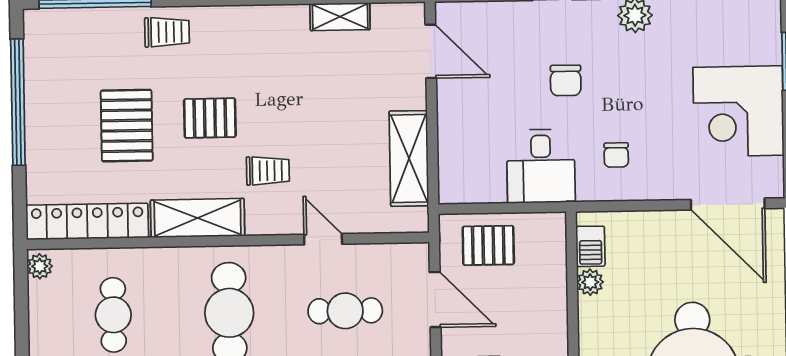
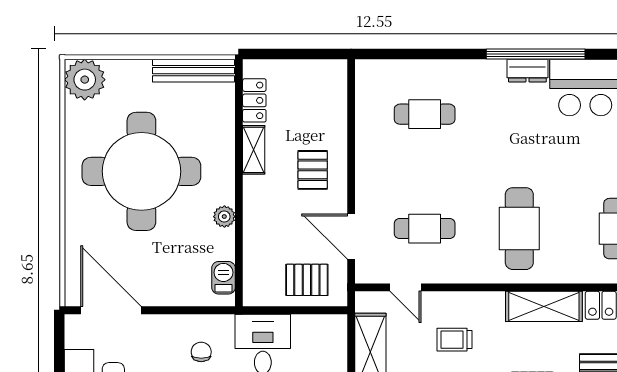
trolley: (268, 171) -> (454, 340), moved
door: (323, 239) -> (406, 287), moved
plant: (590, 282) -> (224, 217), moved

